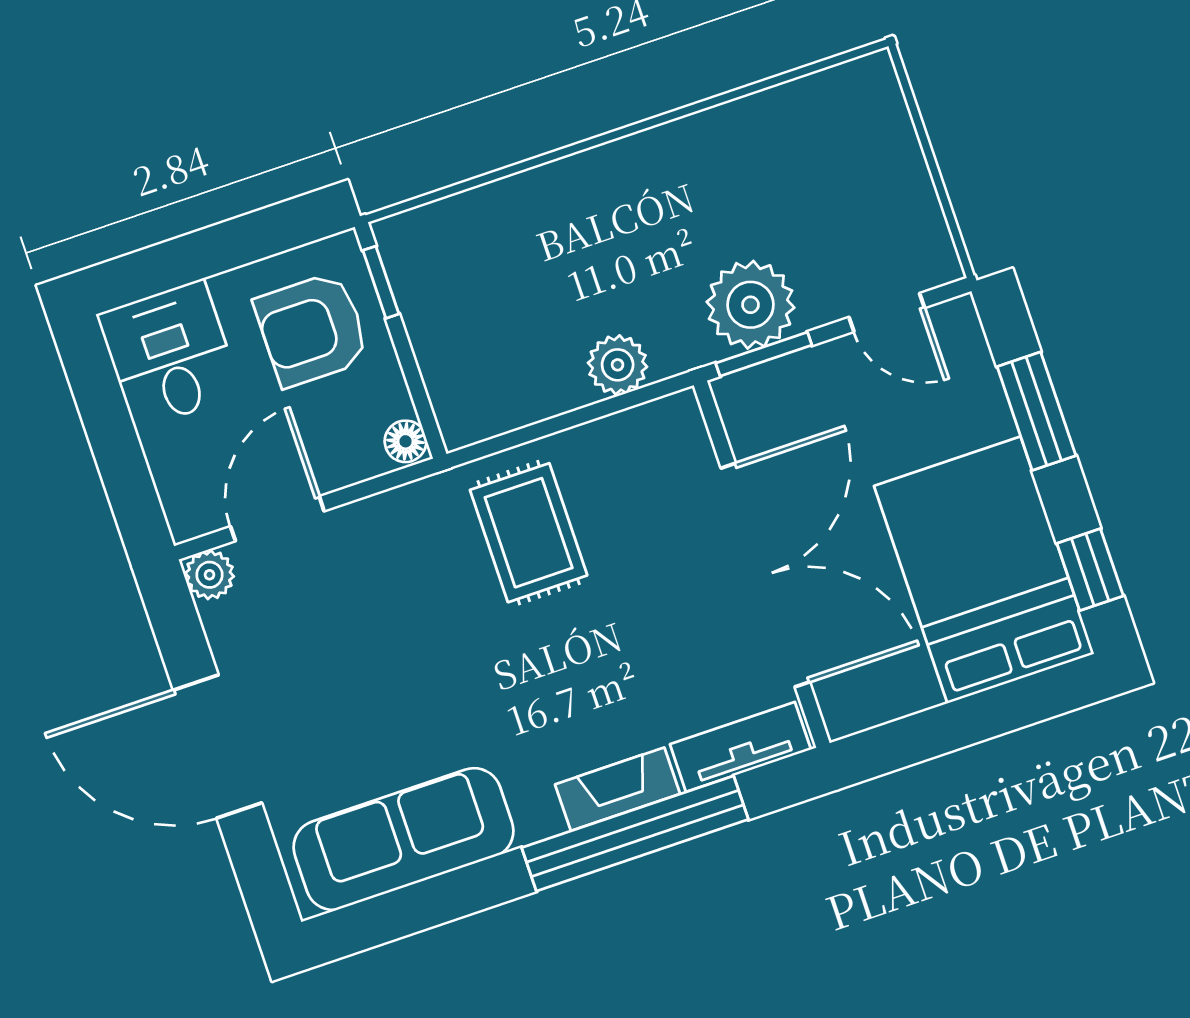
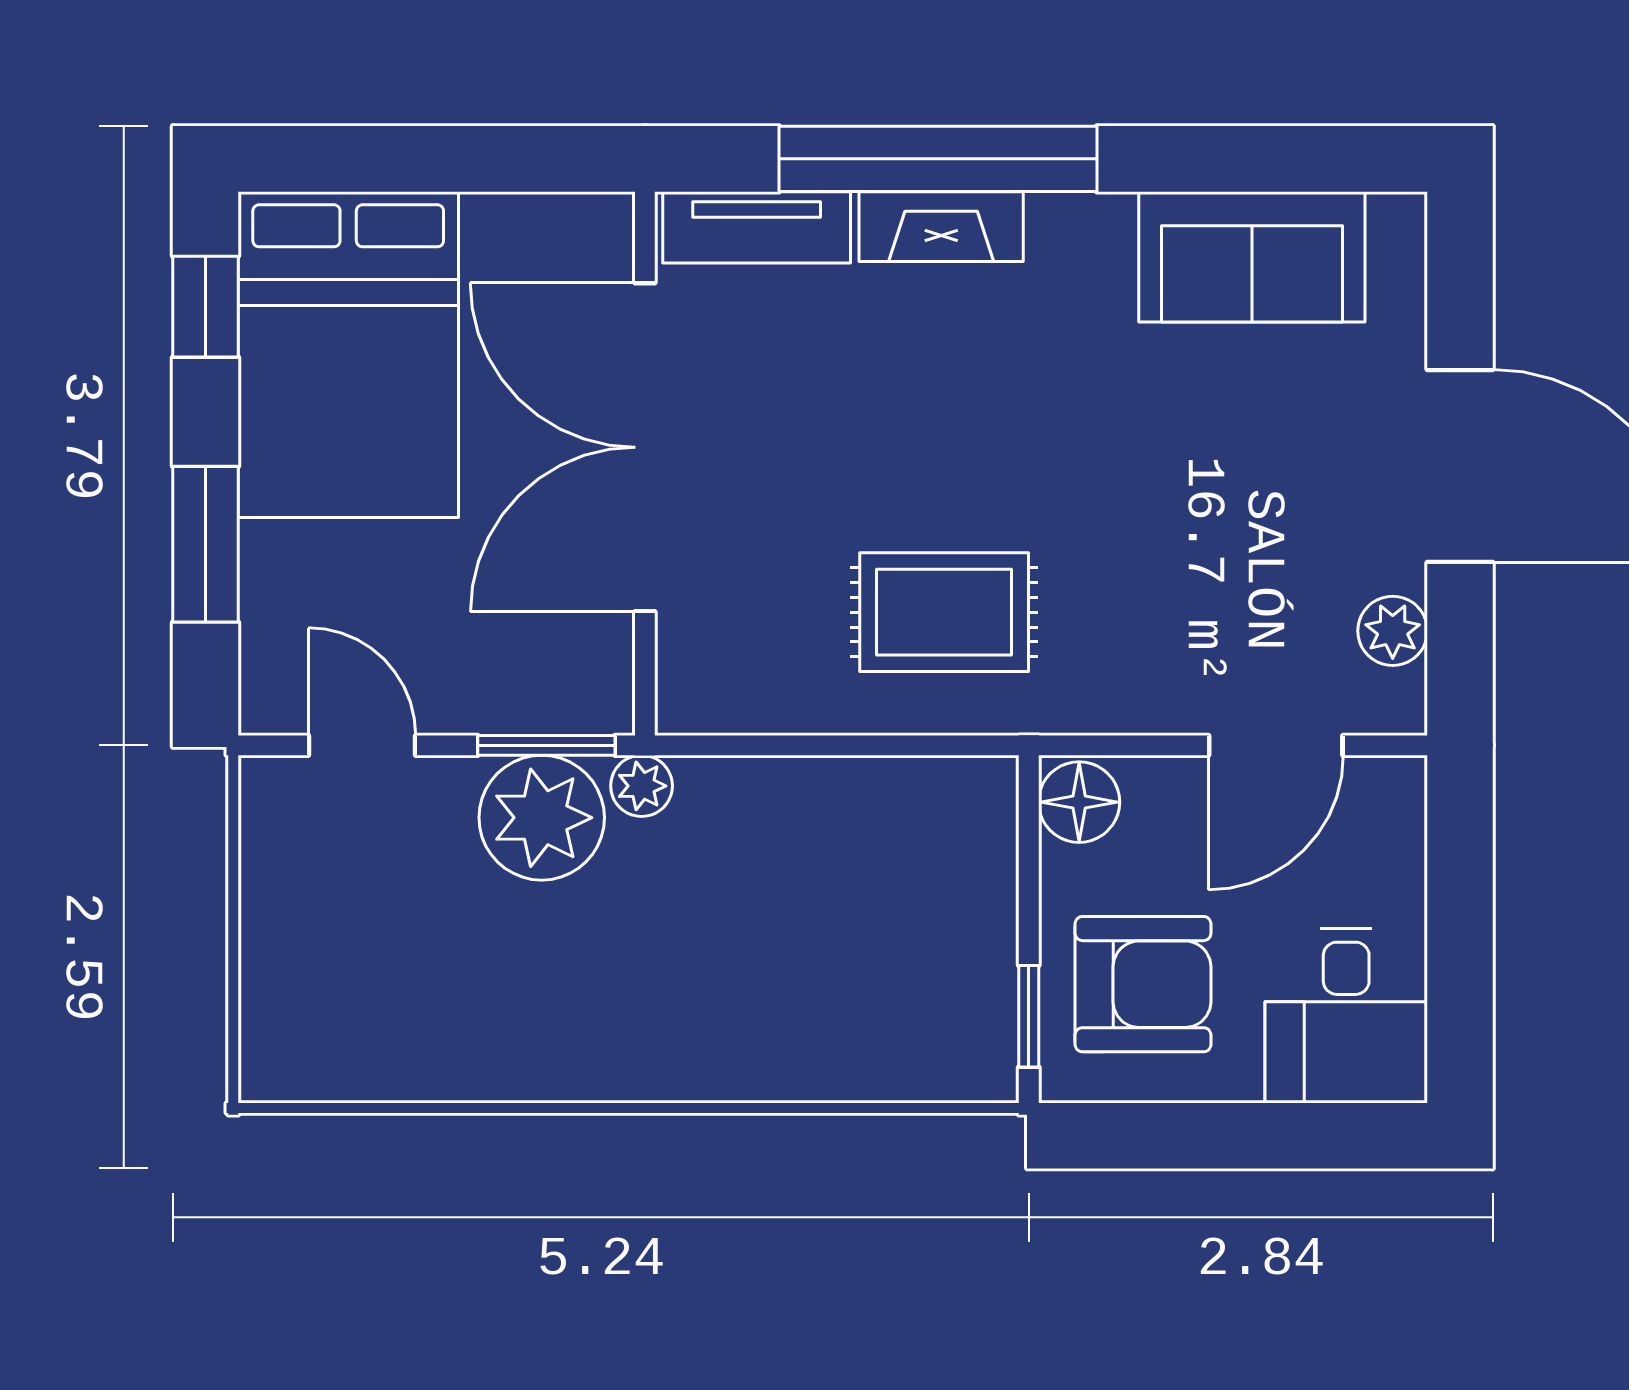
plant: (618, 365) -> (642, 786), moved, width x0.73, depth x0.73
floor lamp: (405, 441) -> (1079, 802), width x1.37, depth x1.37
rug: (529, 533) -> (944, 612), turned 90
plant: (209, 575) -> (1393, 631), moved
sofa: (403, 839) -> (1252, 257), width x0.73

